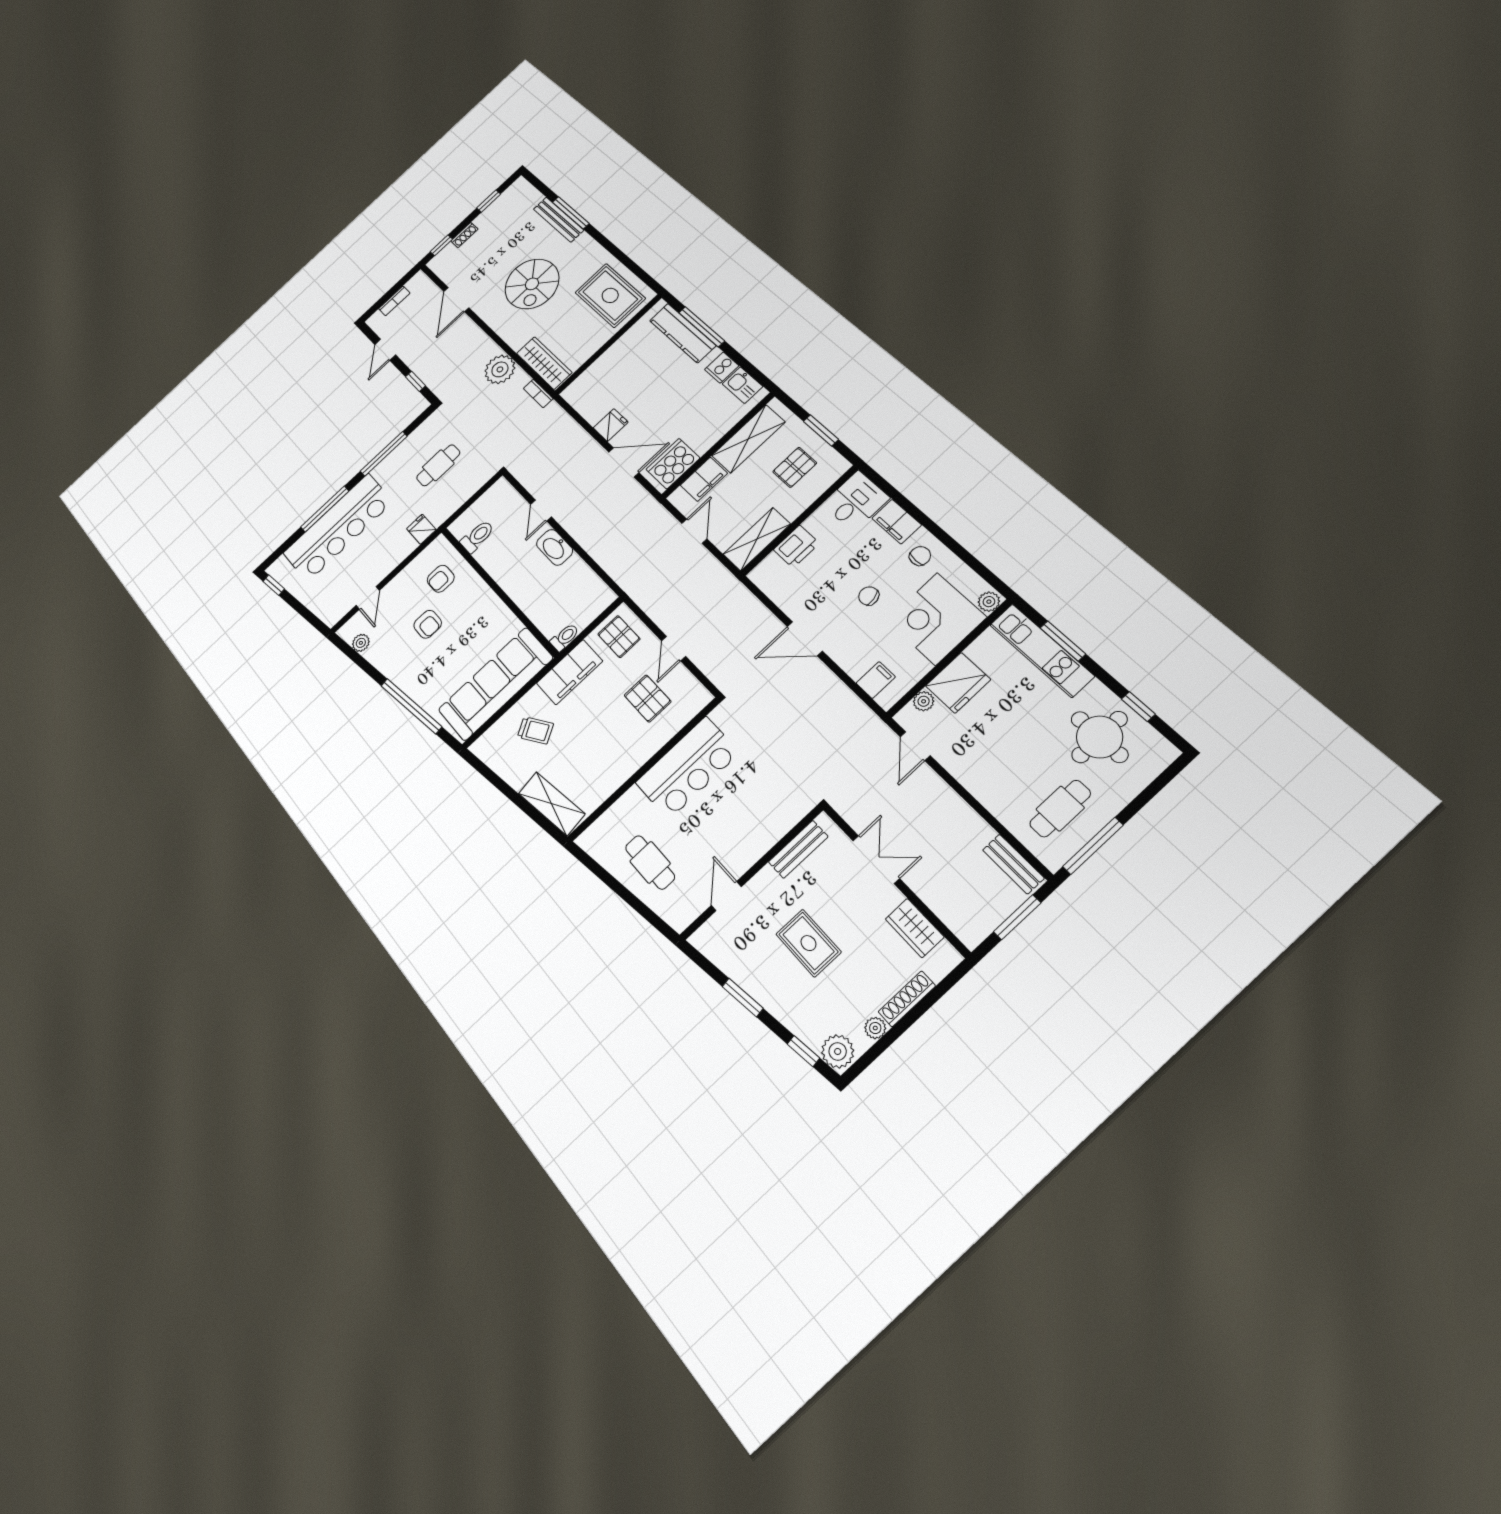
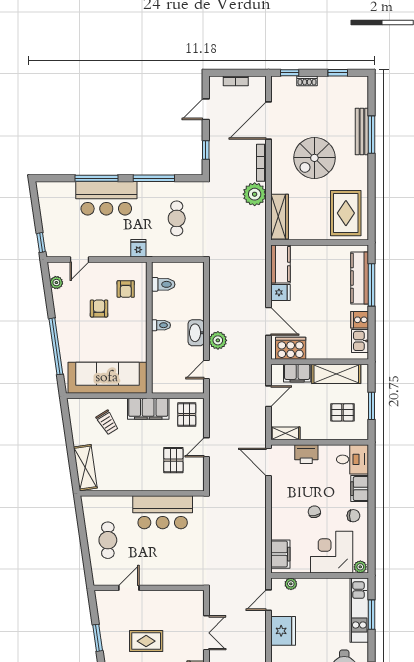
door: (456, 299) -> (269, 121), width x1.36
bookcase: (538, 393) -> (261, 163), moved, width x1.56
kitchen counter: (585, 401) -> (280, 264), added
cafe table: (438, 465) -> (177, 218), turned 90
door: (541, 511) -> (207, 370), moved
bar counter: (338, 528) -> (106, 198), width x0.73
plant: (585, 532) -> (218, 340), added
shelving: (757, 539) -> (285, 433), width x0.67, depth x0.75
armchair: (441, 579) -> (126, 289), turned -90
window: (274, 585) -> (41, 242), moved
armchair: (428, 624) -> (99, 308), turned 180
toilet: (565, 637) -> (161, 325), moved
door: (805, 639) -> (269, 462), moved
filing cabinet: (876, 680) -> (280, 554), width x2.00
fridge: (958, 683) -> (283, 631), moved, turned -90
bench: (798, 849) -> (178, 597), removed
rug: (808, 943) -> (146, 641), turned 90

